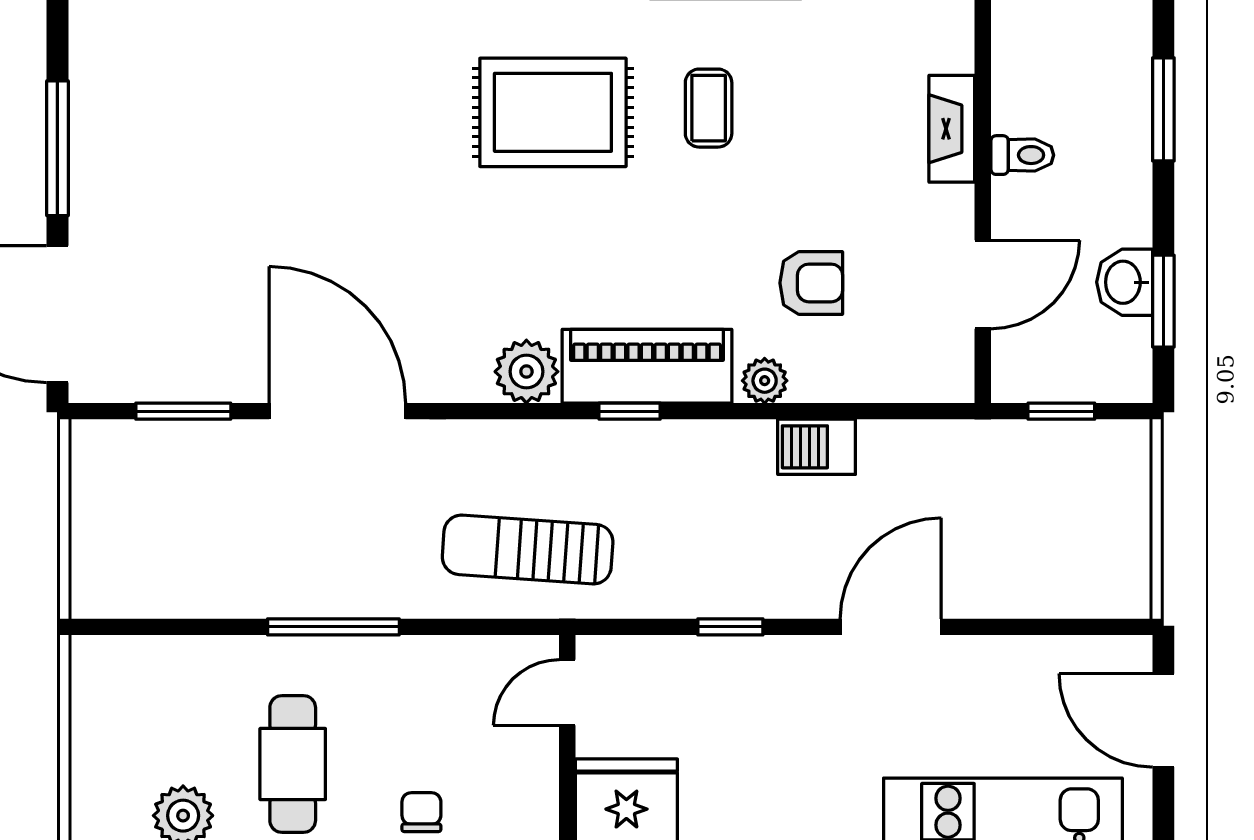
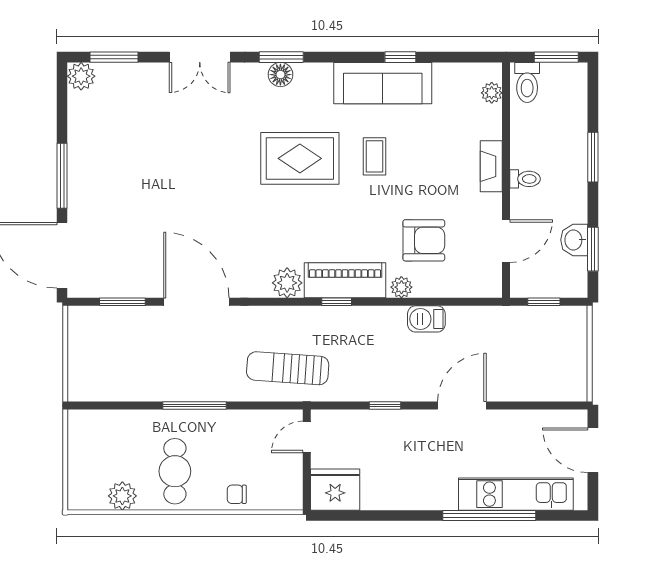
armchair: (811, 283) -> (424, 240), width x1.38, depth x1.38
chair: (421, 812) -> (237, 494), turned -90

